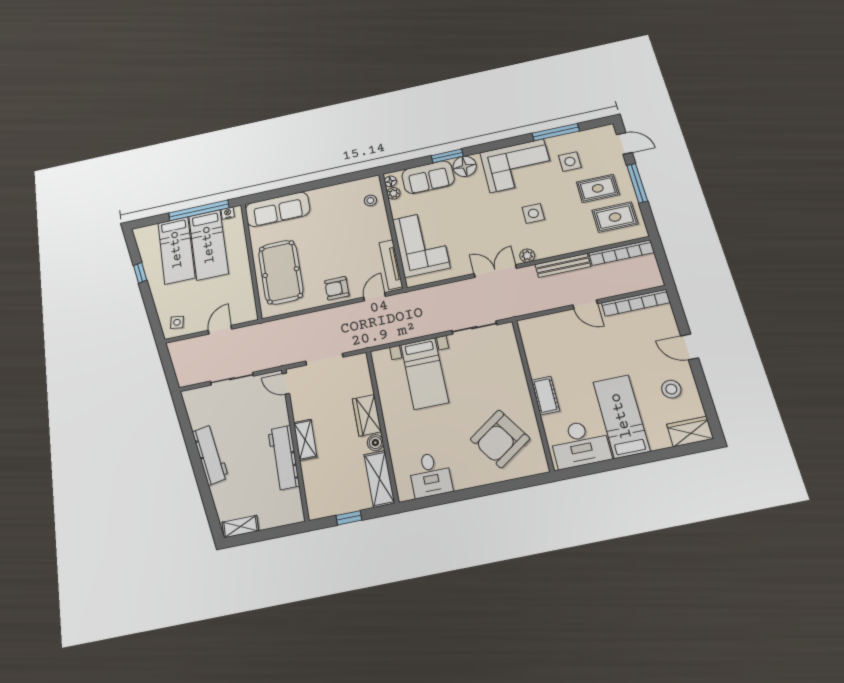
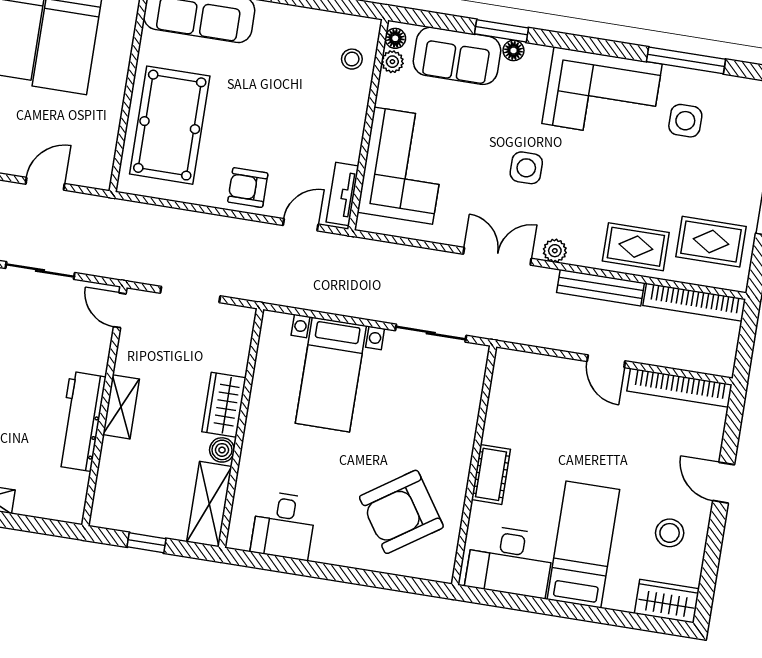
floor lamp: (465, 166) -> (514, 50), width x0.53, depth x0.53
rug: (598, 188) -> (636, 247), moved
side table: (533, 213) -> (526, 168), moved
tv unit: (391, 265) -> (342, 194), width x0.71

